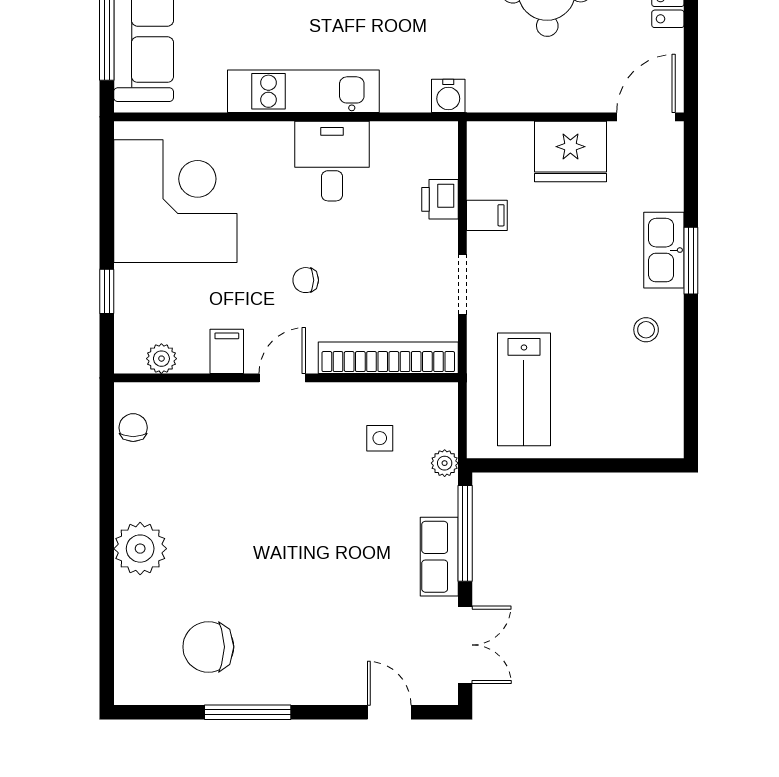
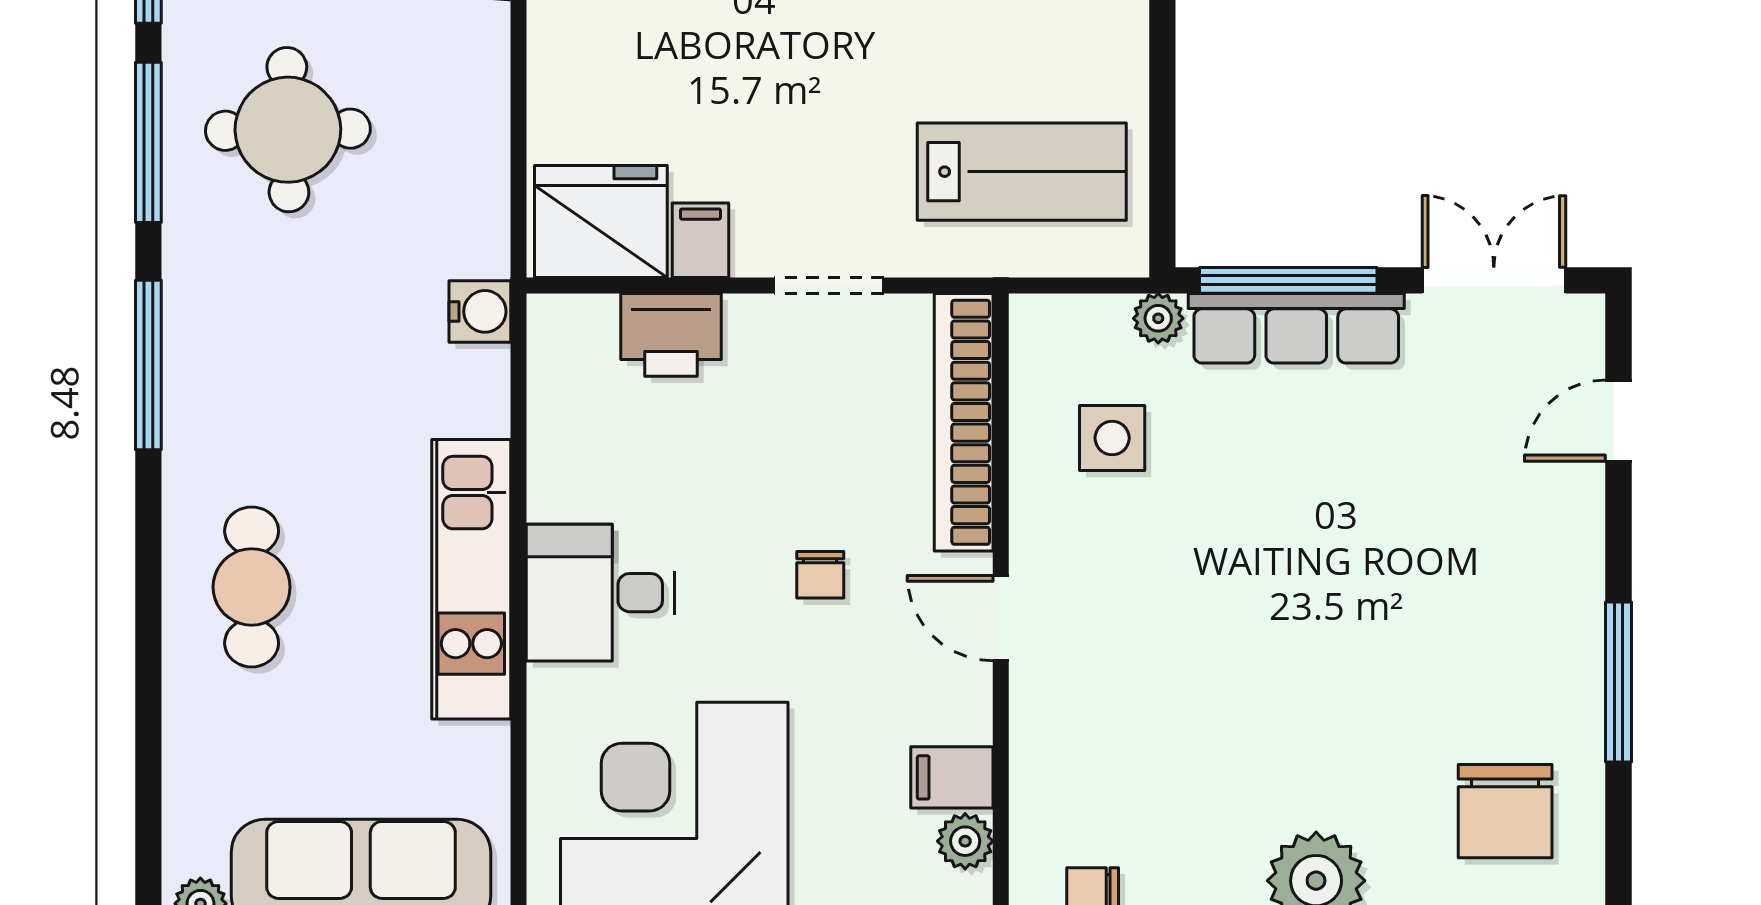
fridge: (570, 151) -> (601, 222), moved, turned -90
desk: (332, 161) -> (600, 593), moved
printer: (440, 199) -> (671, 335), width x1.36, depth x1.24
filing cabinet: (227, 351) -> (952, 777), moved
side table: (380, 438) -> (1112, 438), width x1.37, depth x1.37
row of seats: (439, 557) -> (1296, 328), width x1.48
chair: (208, 647) -> (1505, 811), moved

